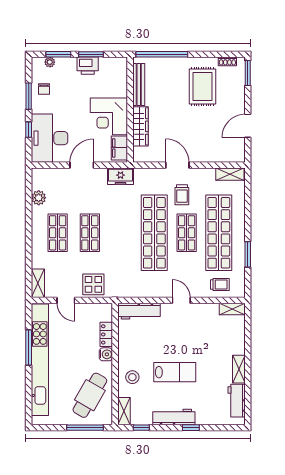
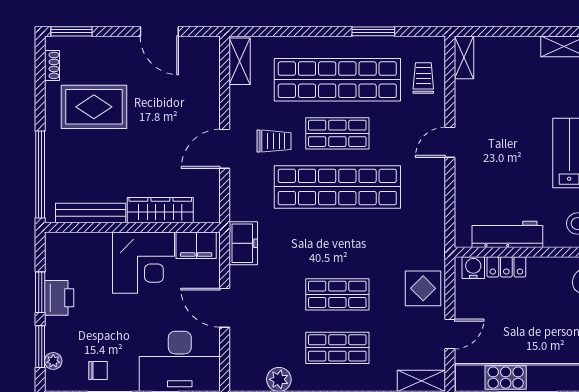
workbench: (139, 311) -> (507, 234), moved, turned -90
water cooler: (106, 354) -> (473, 268), moved

